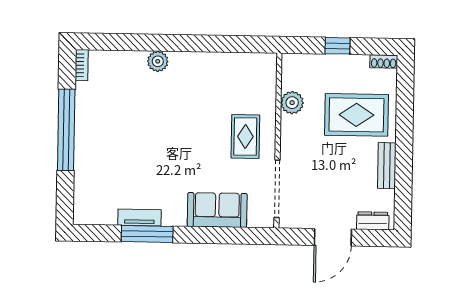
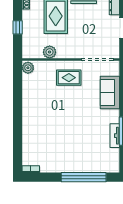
plant: (158, 61) -> (28, 68), moved
window: (66, 130) -> (84, 177), moved

